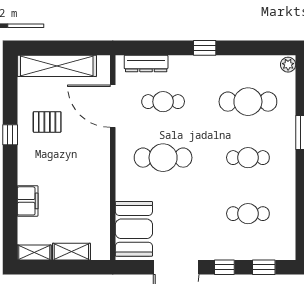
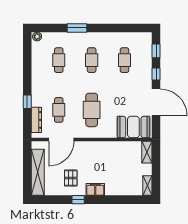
window: (205, 48) -> (27, 102), moved
cafe table: (248, 102) -> (59, 60), width x0.73, depth x0.74
filing cabinet: (28, 201) -> (95, 189), moved
shelving: (71, 252) -> (147, 152), moved

